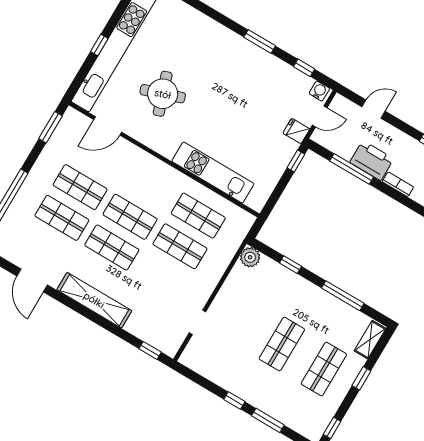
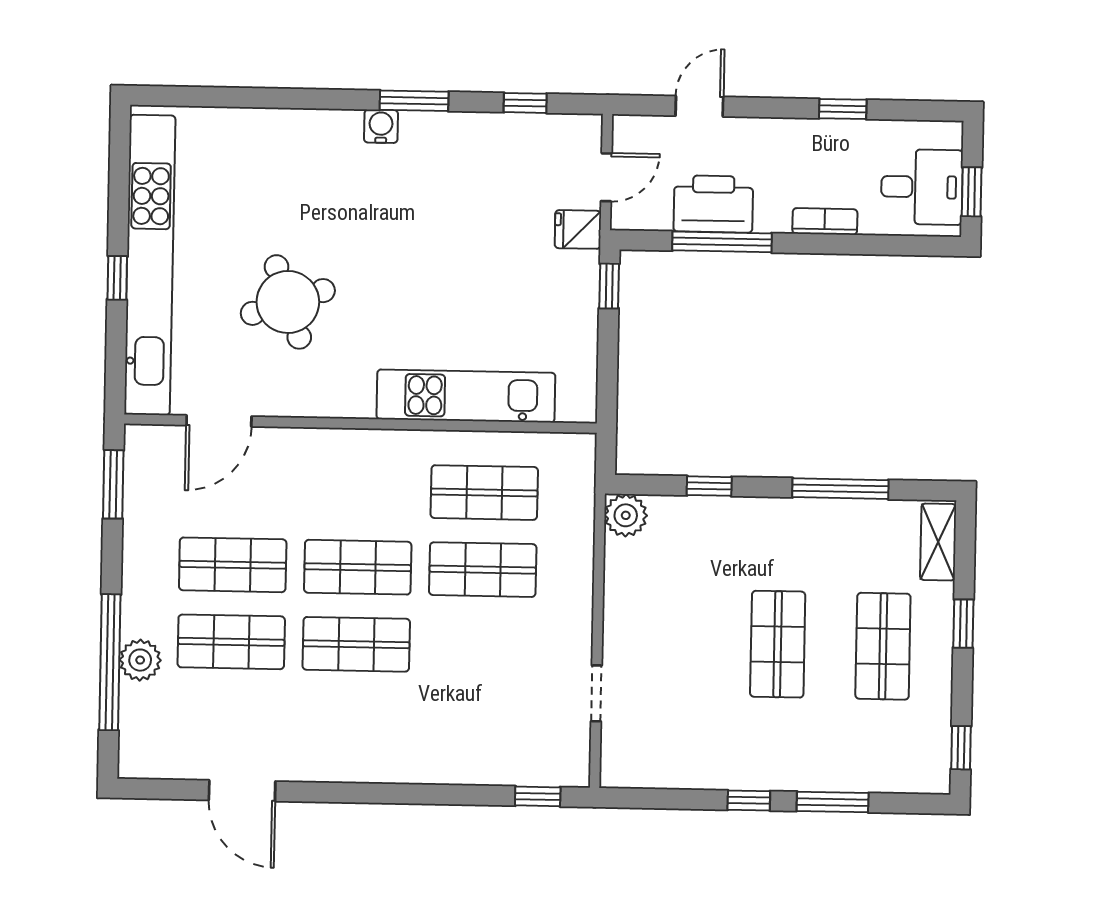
water cooler: (319, 91) -> (381, 126), moved
printer: (372, 161) -> (713, 204), moved
plant: (21, 204) -> (140, 660), added
shelving: (94, 300) -> (380, 762), removed

